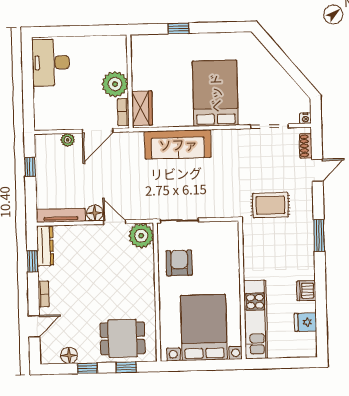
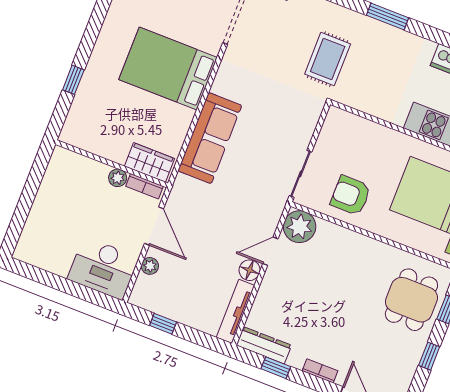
desk: (51, 63) -> (103, 268), moved
plant: (115, 84) -> (118, 178), width x0.53, depth x0.53
floor lamp: (69, 355) -> (405, 371), removed

